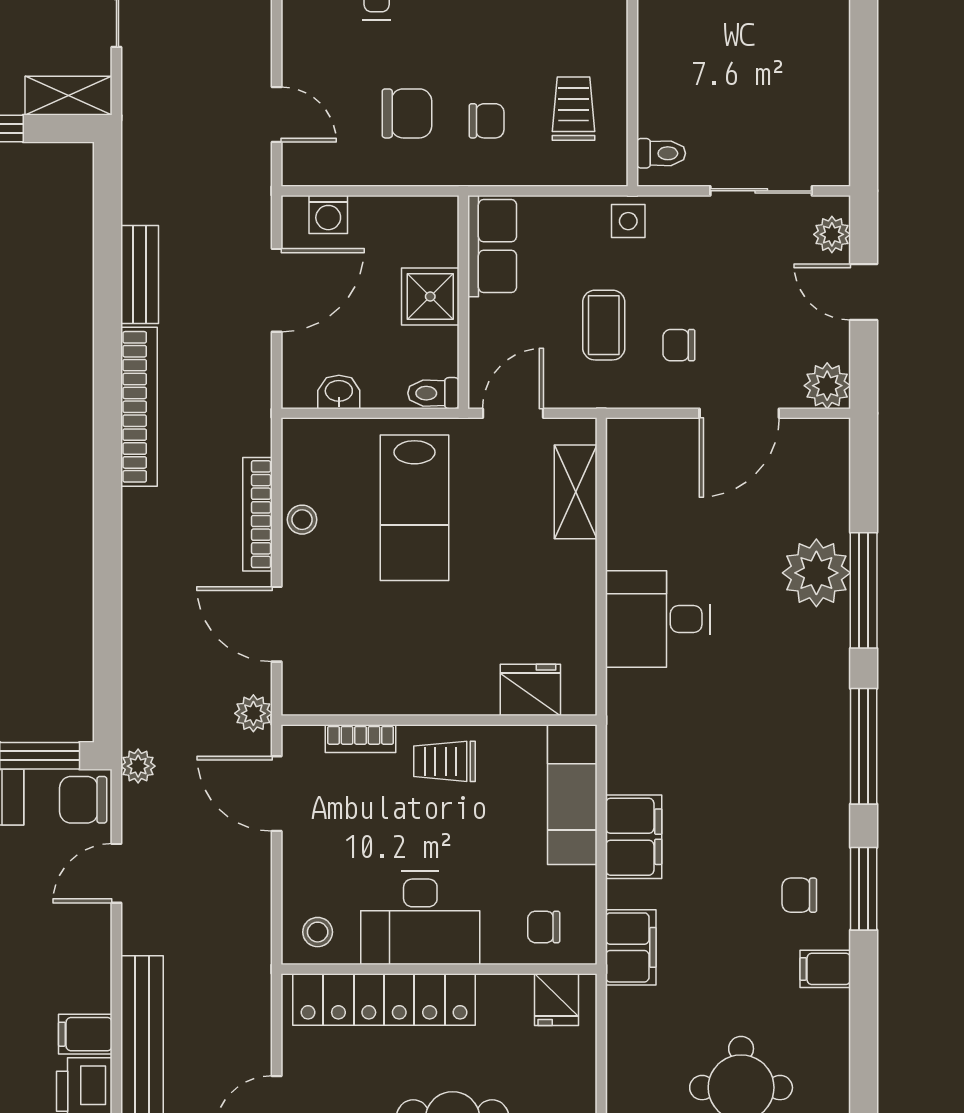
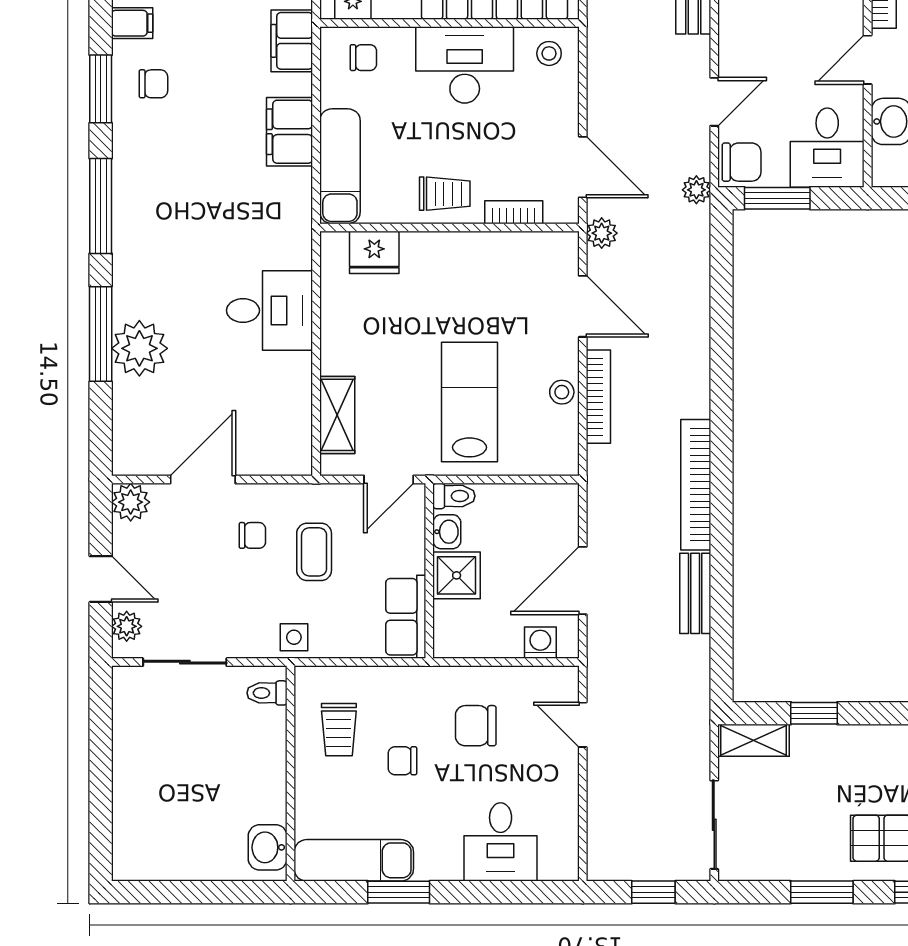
chair: (487, 121) -> (402, 761), moved
washbasin: (339, 392) -> (447, 532), moved, turned -90

